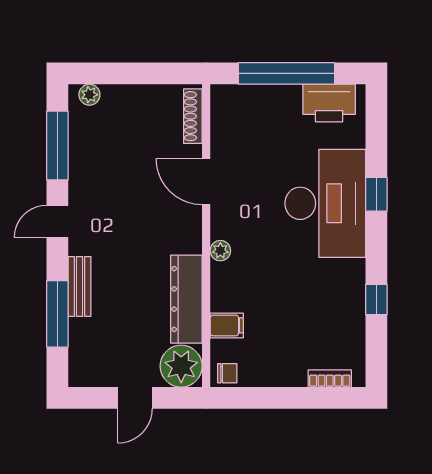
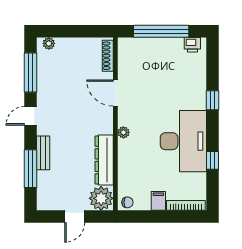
printer: (329, 103) -> (192, 45), width x0.53, depth x0.68
desk: (325, 203) -> (183, 141), moved
filing cabinet: (227, 325) -> (158, 201), moved, turned -90
bookcase: (330, 378) -> (186, 205), width x1.56

